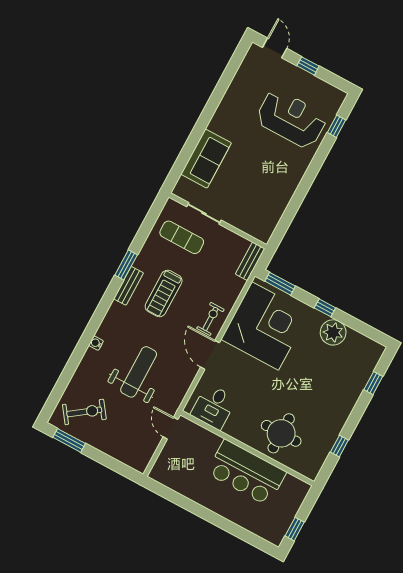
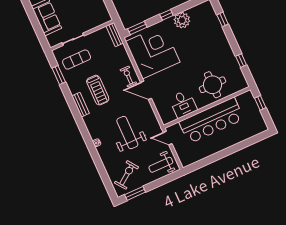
window: (126, 265) -> (59, 75), moved
desk: (214, 407) -> (183, 104), moved
weight bench: (130, 445) -> (161, 165), added
bar counter: (246, 473) -> (211, 120), width x1.36
window: (295, 529) -> (260, 103), moved

